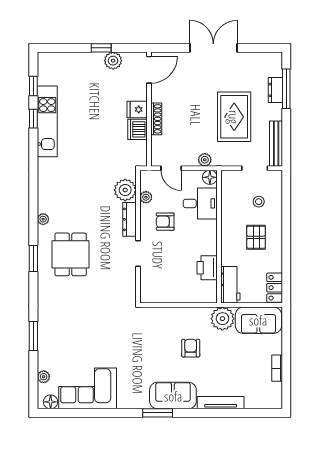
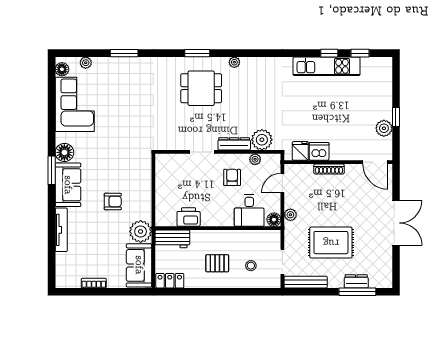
fridge: (137, 109) -> (300, 151), moved
floor lamp: (139, 399) -> (64, 152), added

